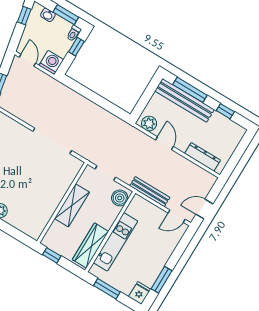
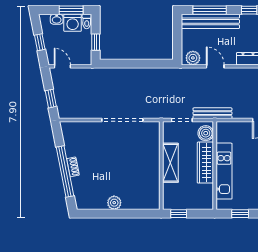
window: (24, 16) -> (40, 42), moved
window: (76, 47) -> (96, 42), moved
washing machine: (51, 63) -> (73, 23), moved, turned 180
bench: (150, 192) -> (212, 113), moved
wardrobe: (90, 246) -> (205, 163), moved
window: (107, 289) -> (240, 214), width x0.67

